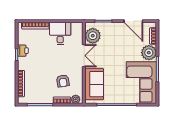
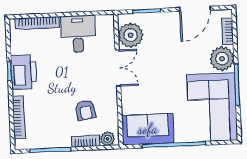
door: (133, 21) -> (195, 9), hinge flipped
printer: (23, 51) -> (24, 72), width x1.87, depth x1.48
sofa: (94, 84) -> (148, 129), moved, turned -90

